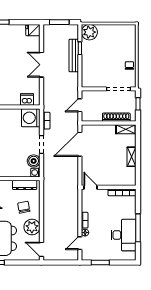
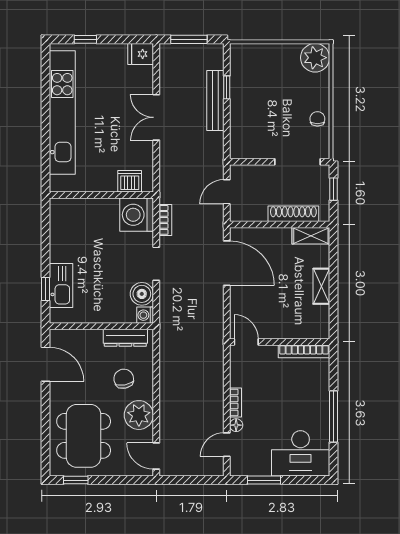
plant: (89, 32) -> (315, 58), moved
door: (80, 144) -> (227, 263), swing flipped
desk: (124, 235) -> (301, 453), moved, turned 90

